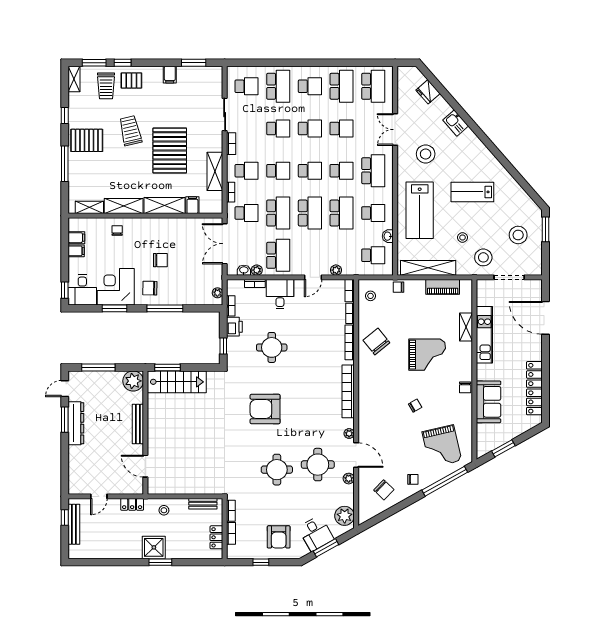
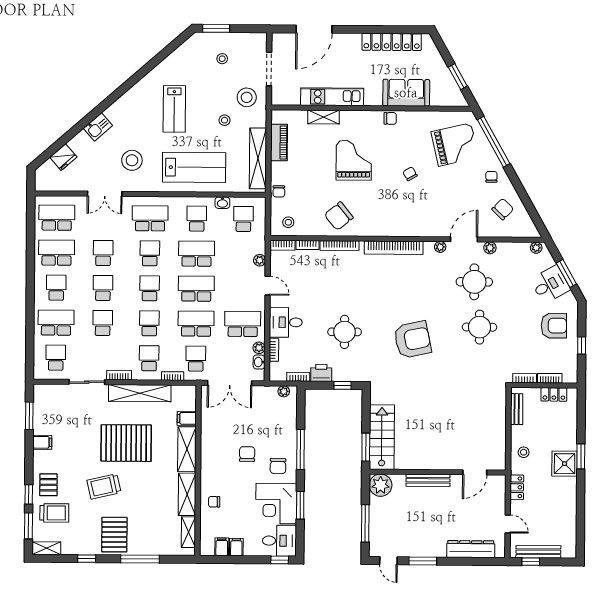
shelving: (215, 171) -> (140, 393), width x1.47
stool: (518, 235) -> (222, 59), width x0.53, depth x0.53
armchair: (265, 409) -> (412, 340), turned -102
dresser: (76, 423) -> (471, 549), moved
plant: (345, 516) -> (536, 248), width x0.53, depth x0.53

